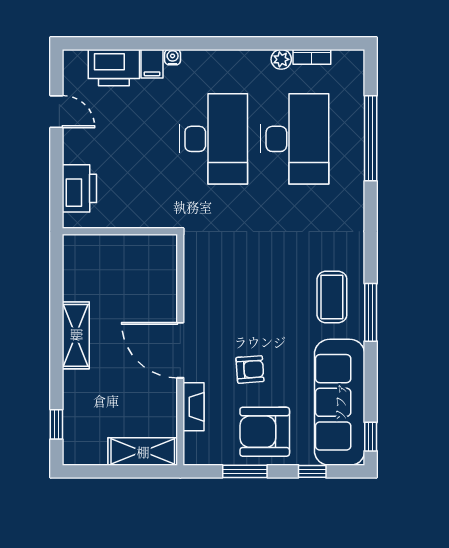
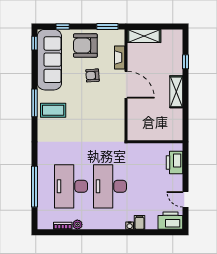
printer: (114, 68) -> (170, 221), moved
coffee table: (332, 297) -> (53, 110), turned 90
window: (56, 424) -> (186, 62), moved
armchair: (265, 432) -> (85, 46), turned 180
window: (245, 471) -> (107, 26), moved

